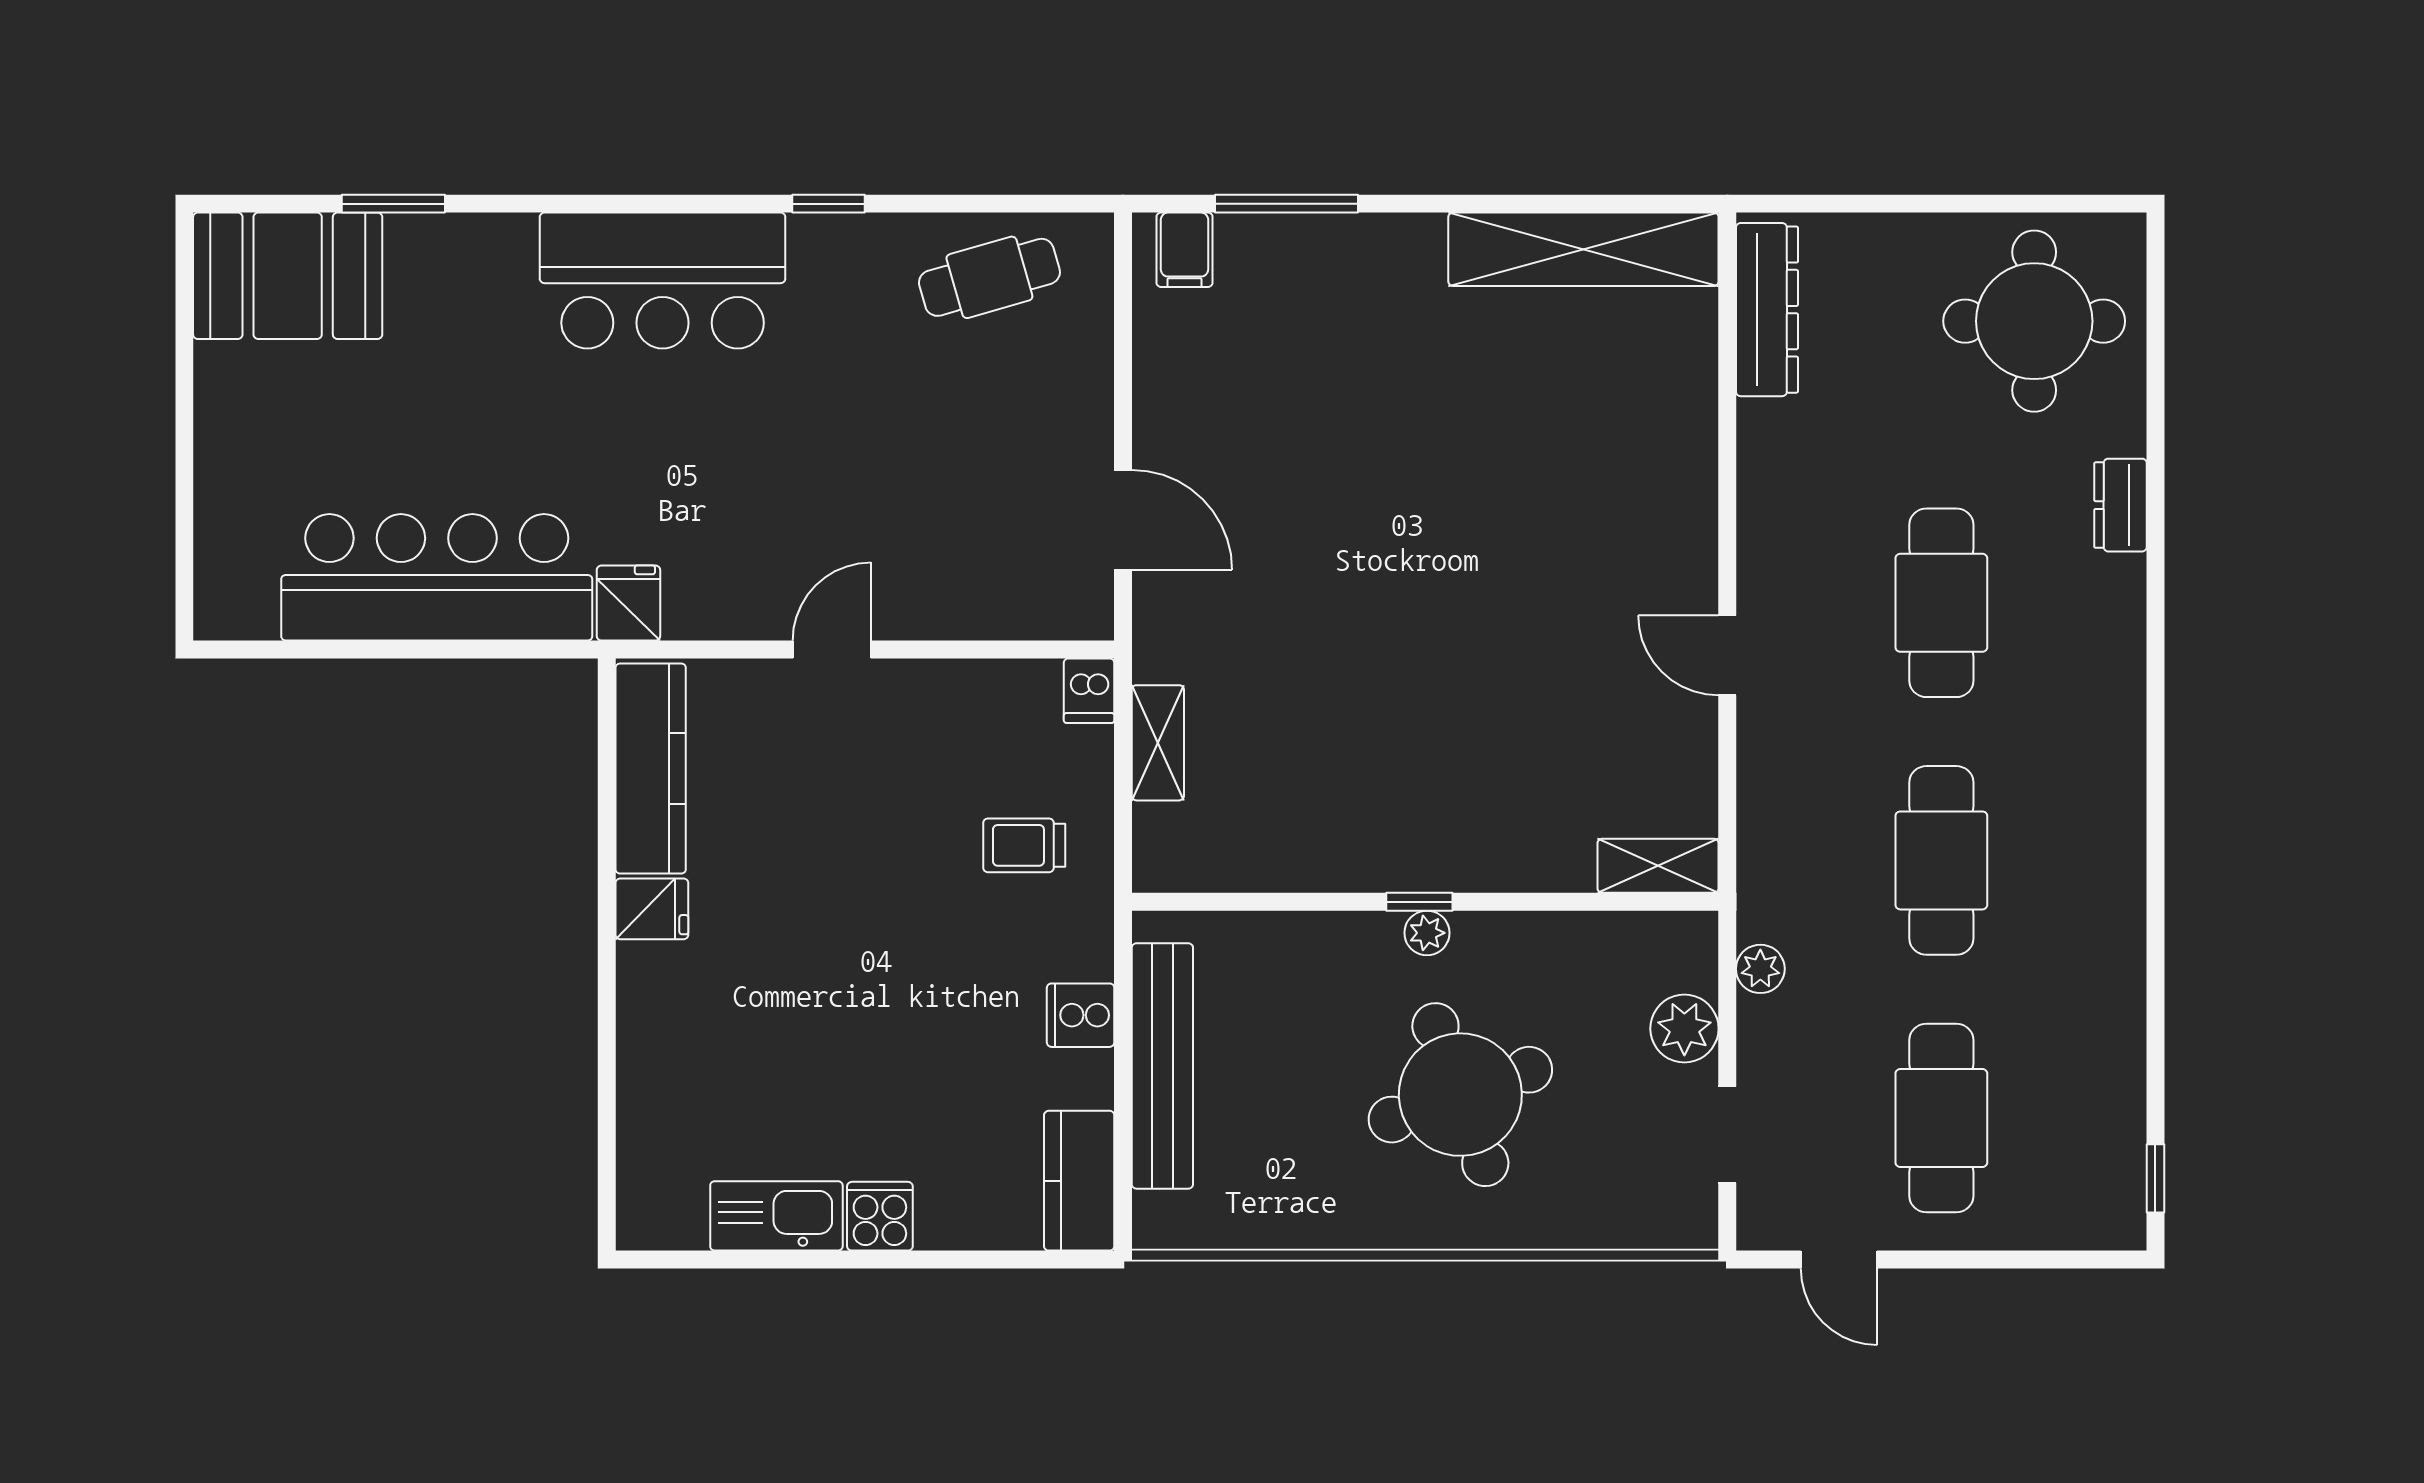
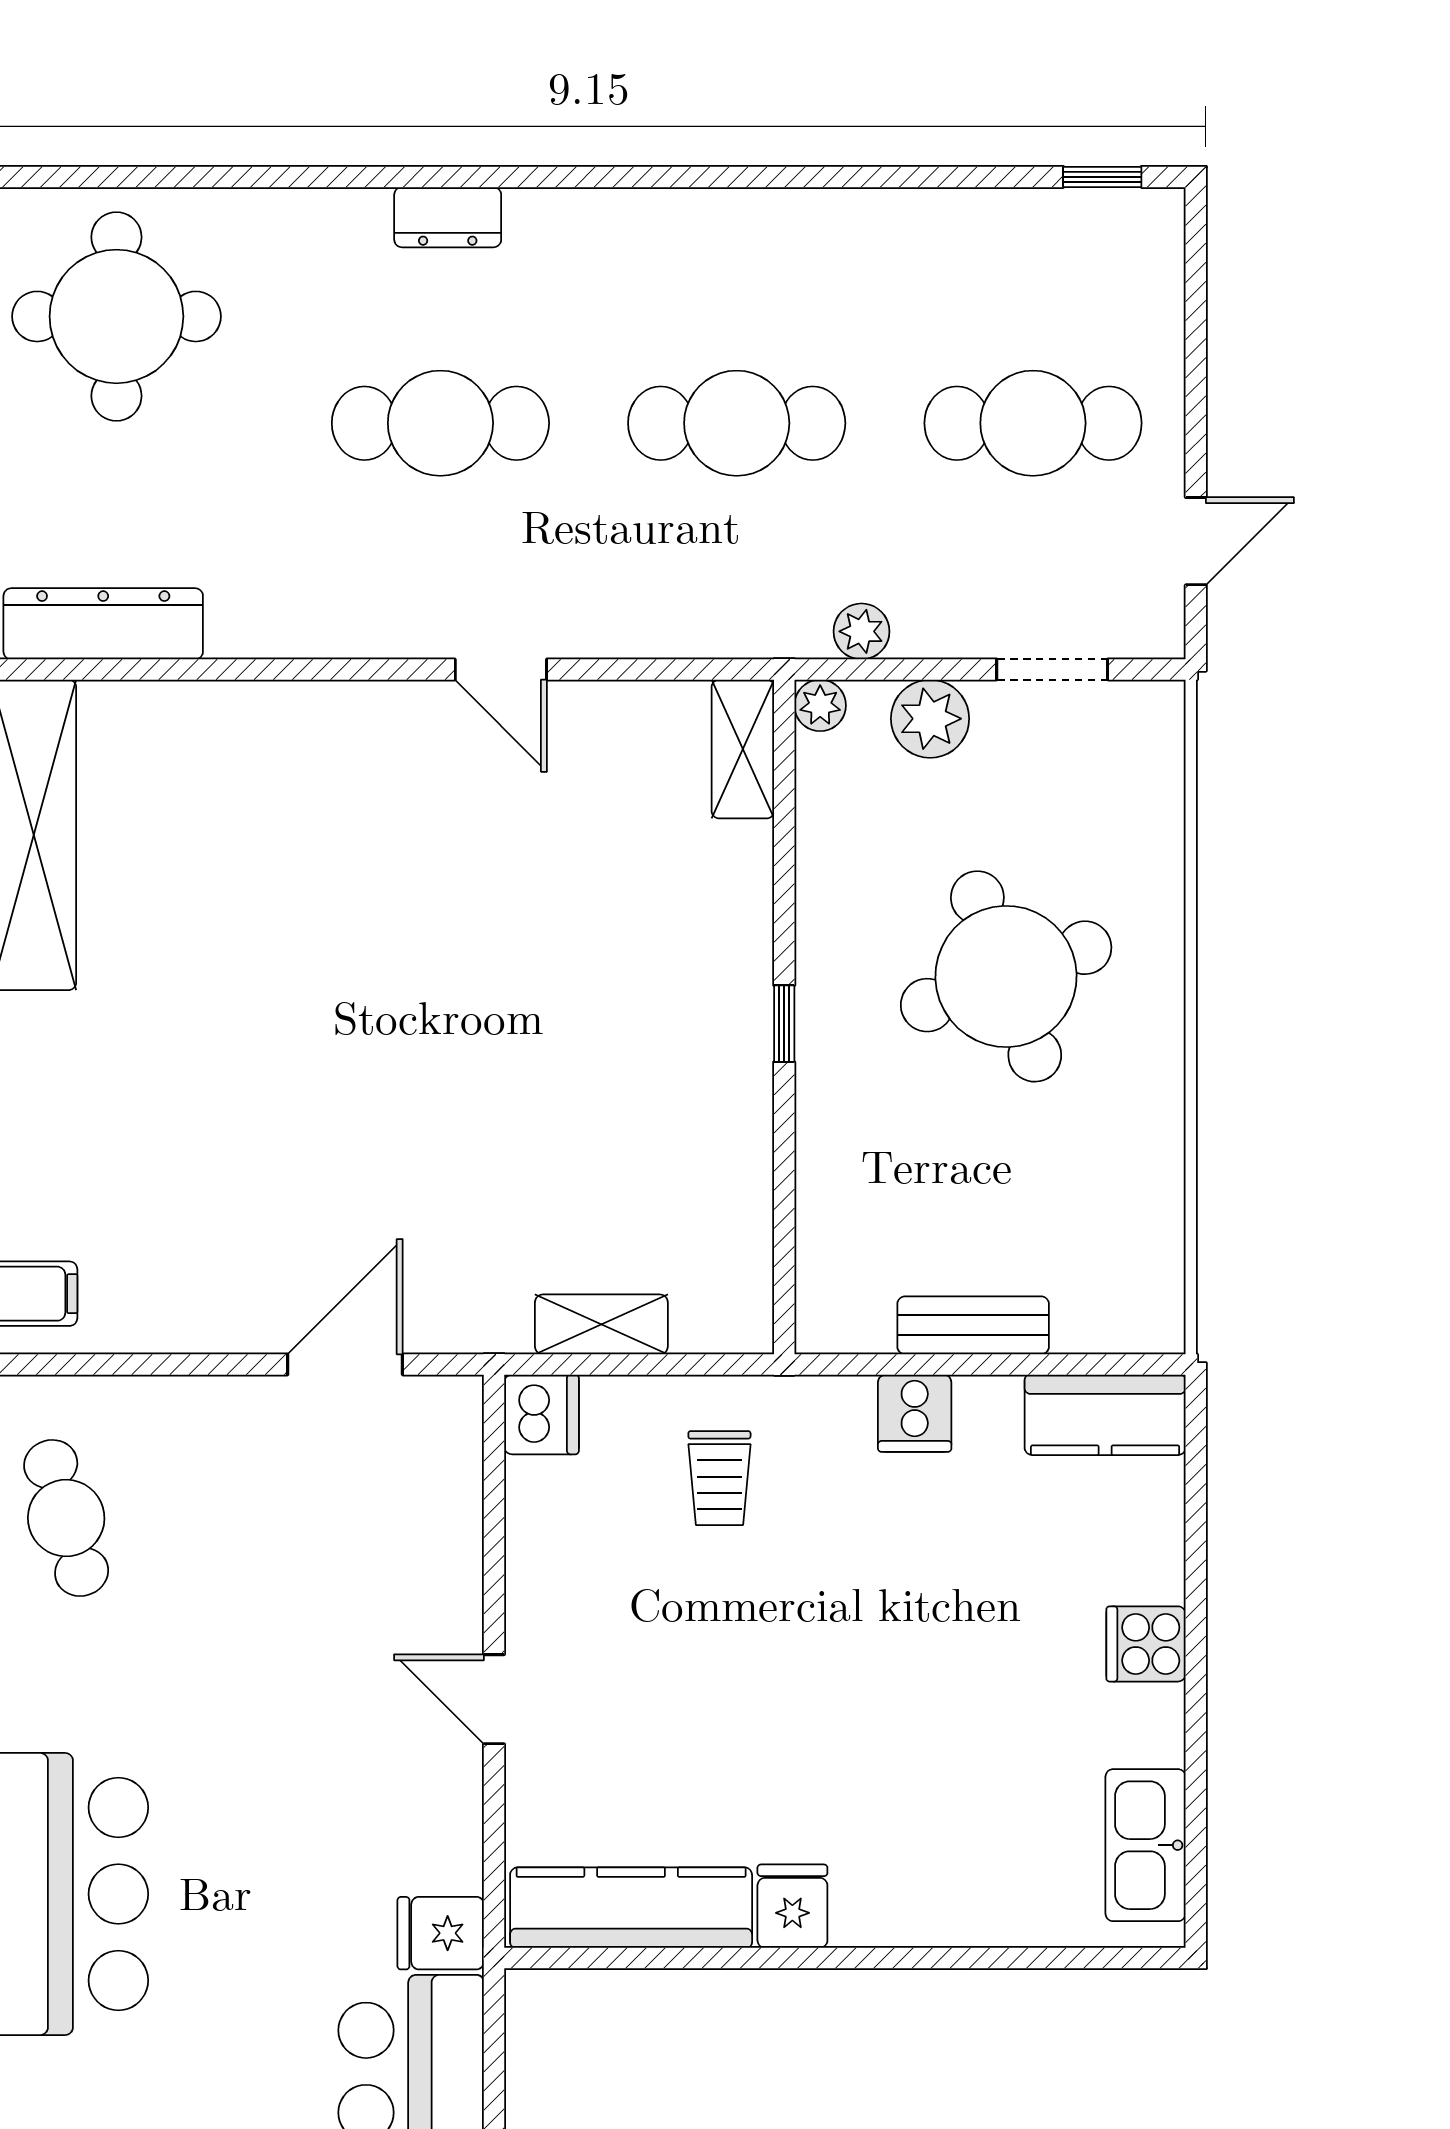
dresser: (2120, 505) -> (448, 217), moved
door: (1727, 655) -> (501, 669), hinge flipped
dishwasher: (1089, 691) -> (542, 1414), width x1.38
plant: (1427, 933) -> (820, 705), moved
bench: (1162, 1066) -> (973, 1325), width x0.54, depth x0.82
kitchen sink: (776, 1216) -> (1146, 1845), moved

